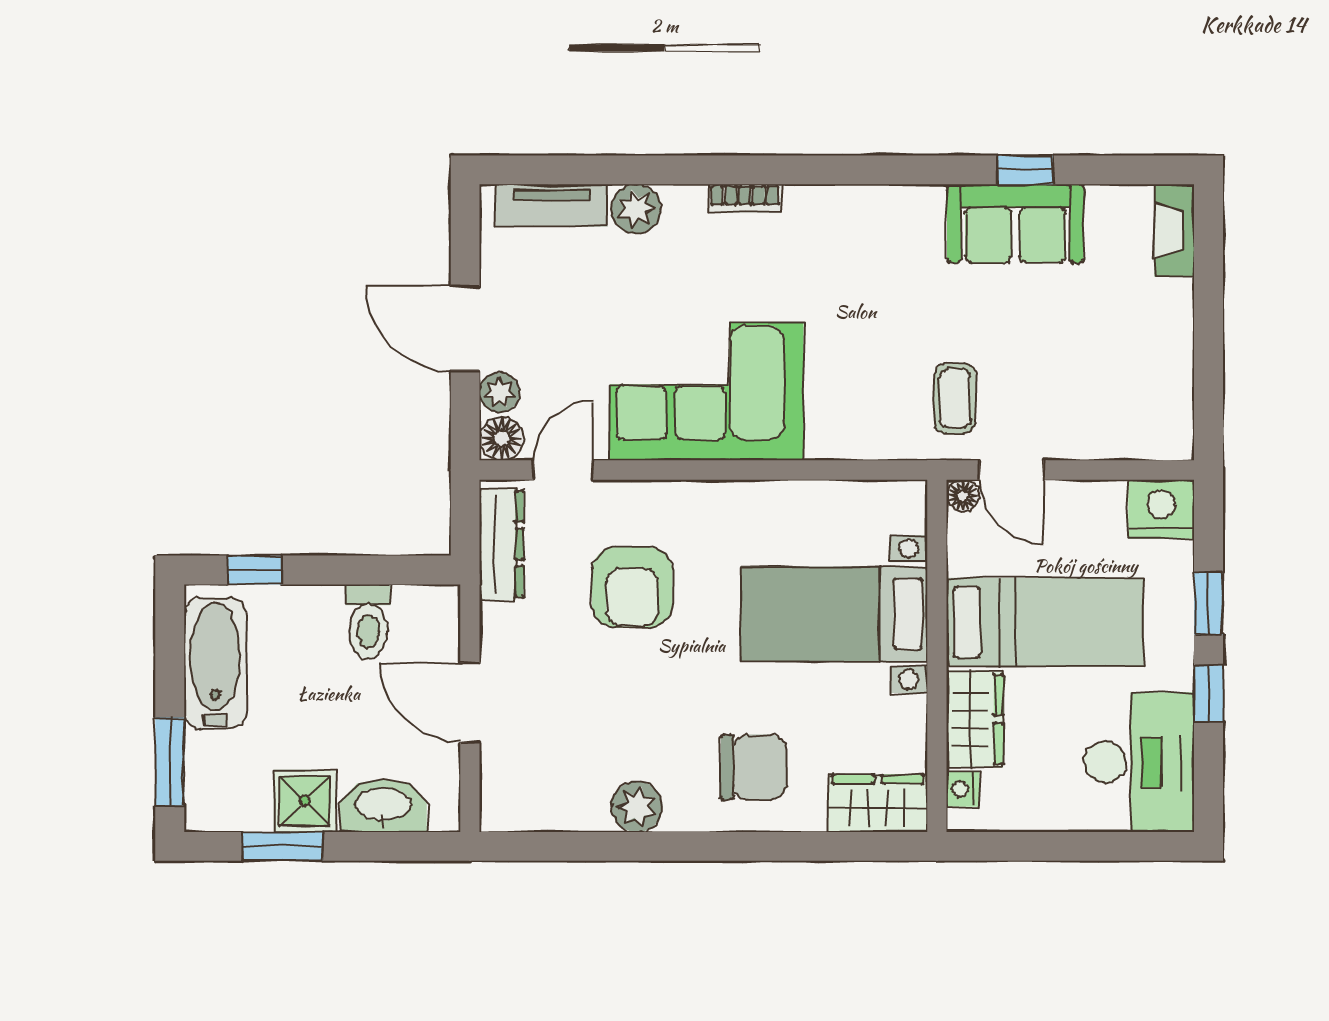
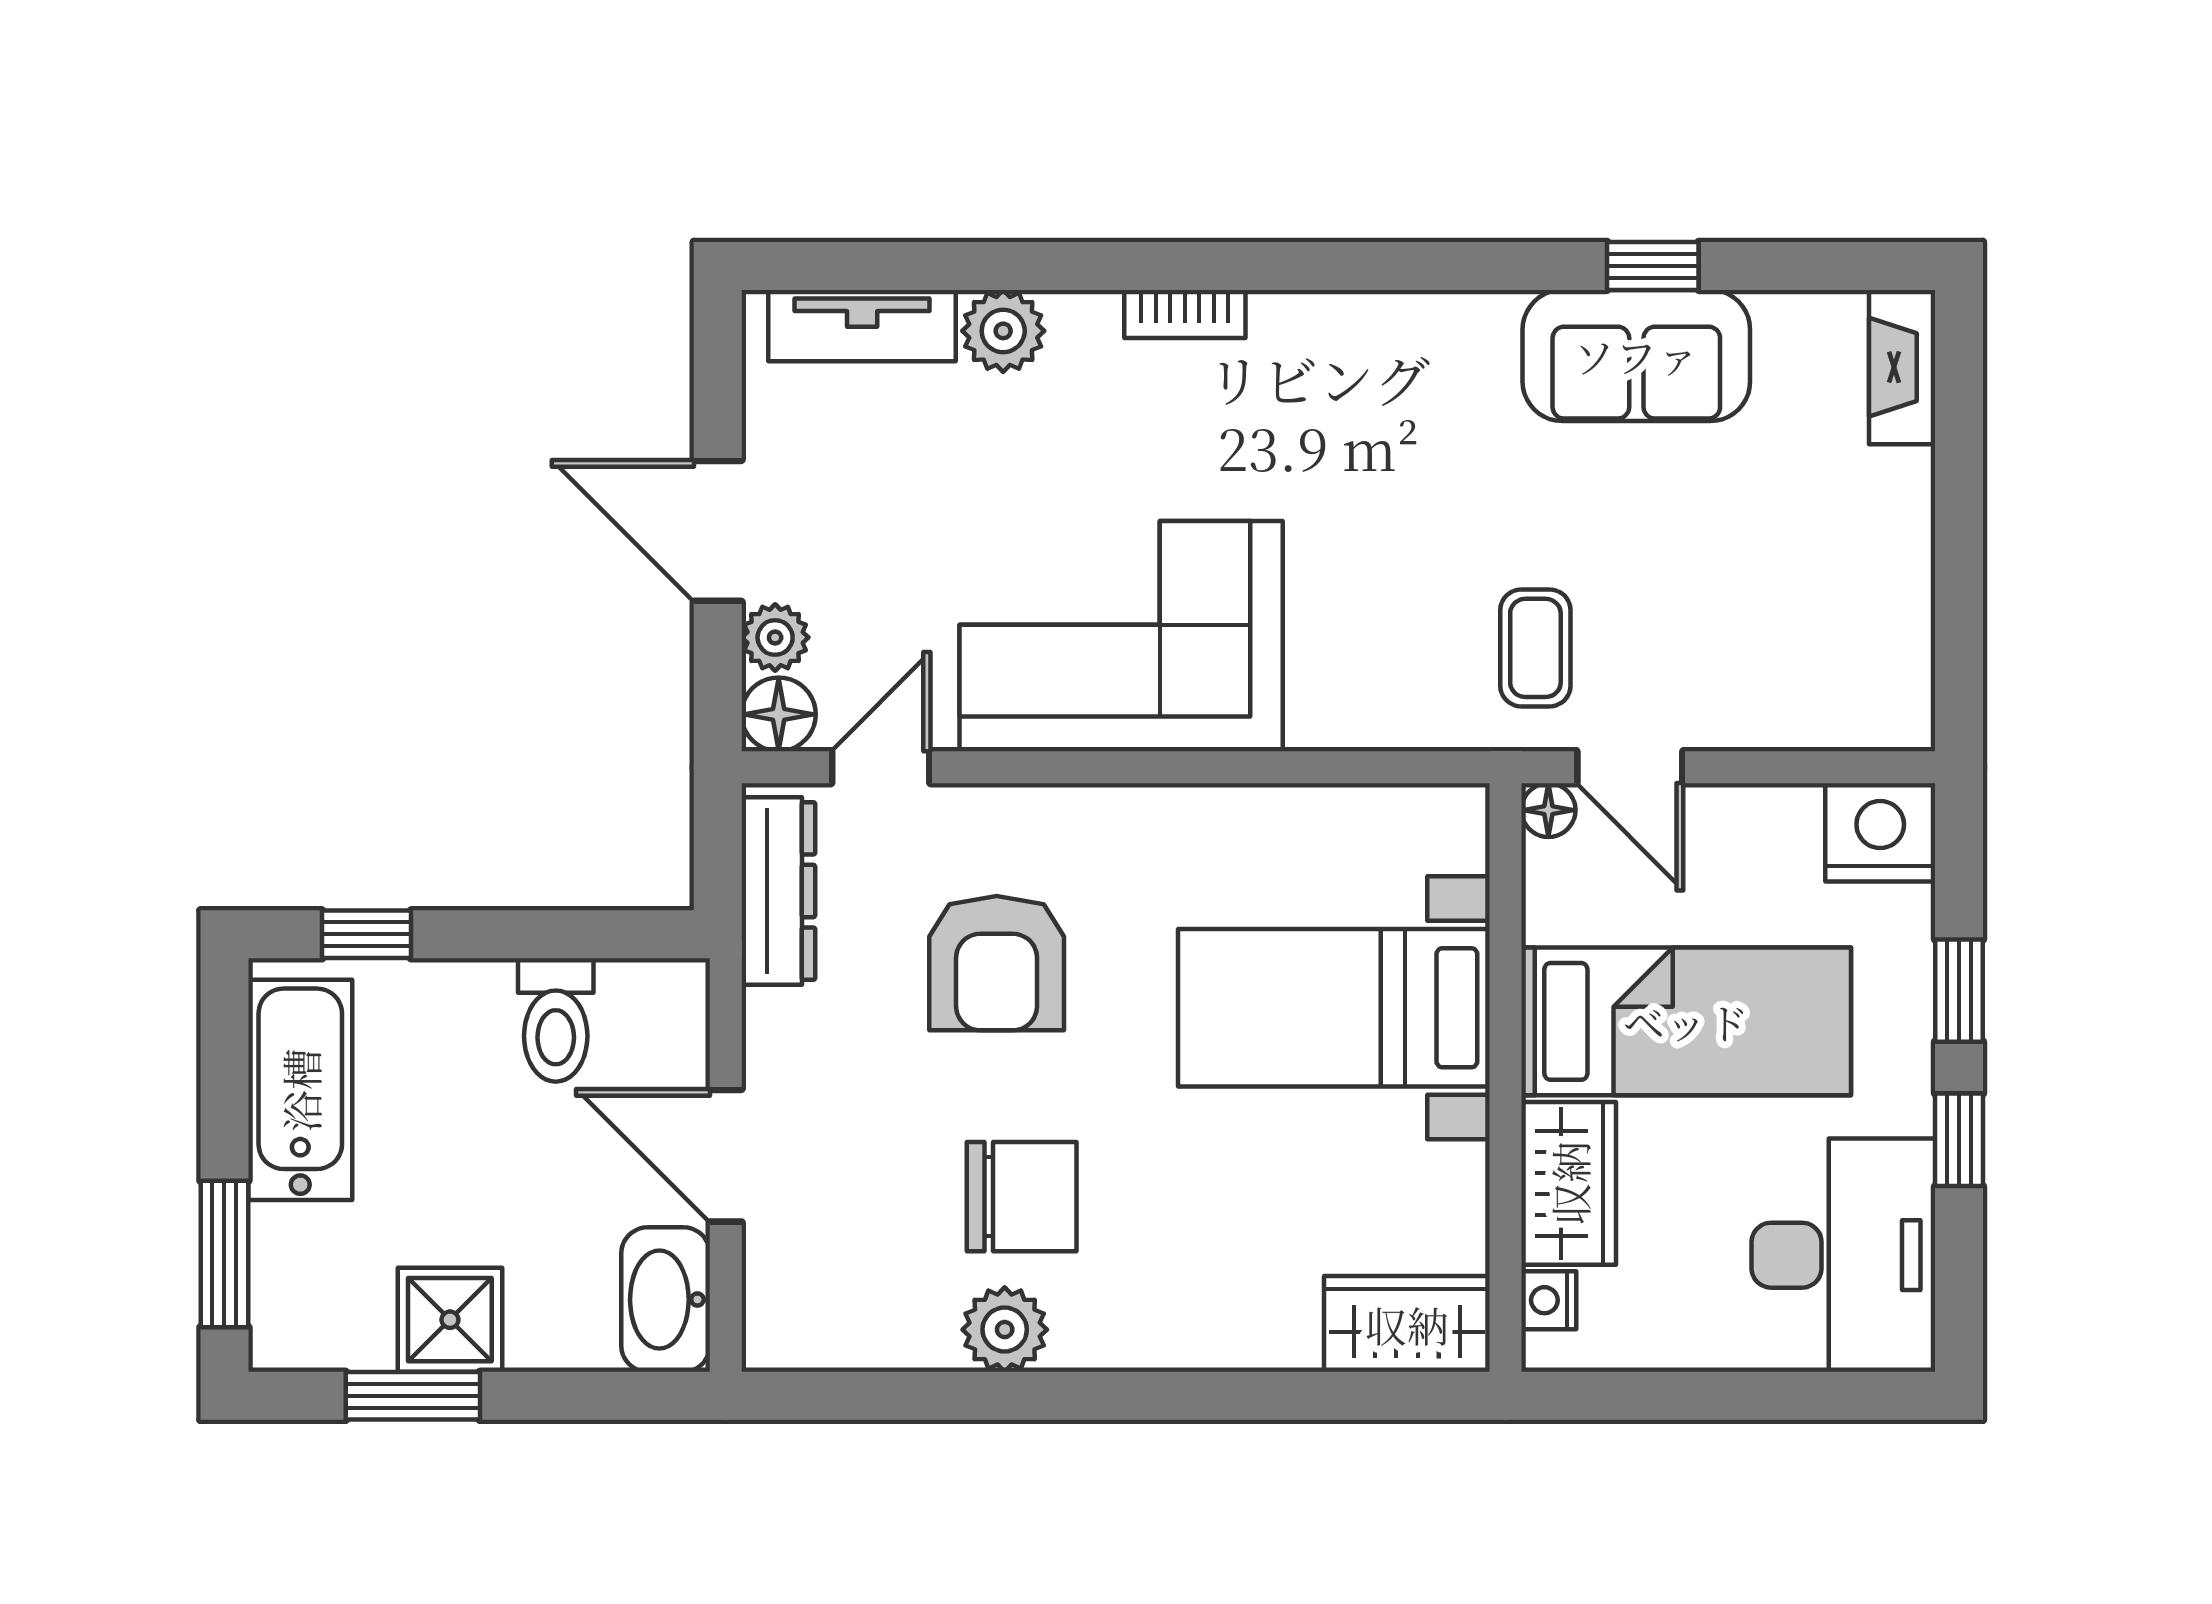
chair: (754, 767) -> (1022, 1197), moved
washbasin: (383, 806) -> (666, 1300), moved, turned -90

